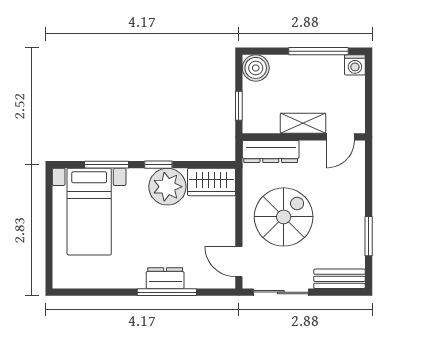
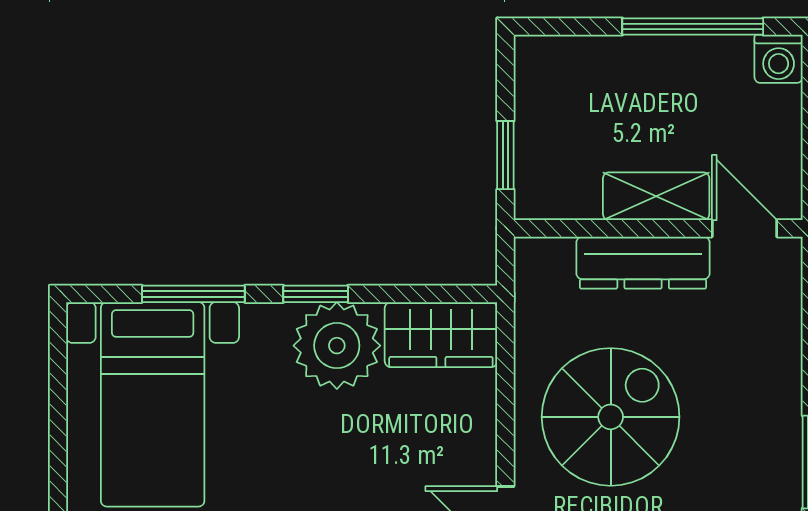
boiler: (256, 68) -> (545, 66), removed
door: (340, 137) -> (744, 228), swing flipped
dresser: (271, 151) -> (643, 263), moved

